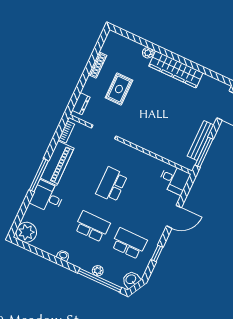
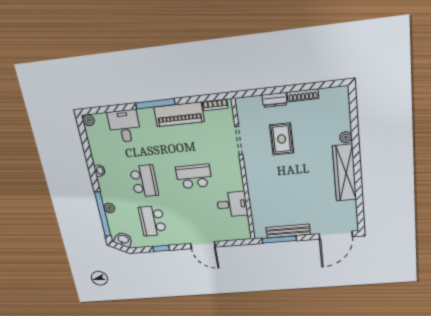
rug: (119, 89) -> (282, 139), moved, turned 90
dresser: (81, 104) -> (275, 100), moved
desk: (174, 179) -> (232, 204), moved, turned -90
desk: (47, 197) -> (124, 126), moved
plant: (26, 232) -> (89, 120), width x0.53, depth x0.53
school desk: (129, 243) -> (152, 221), turned 180

